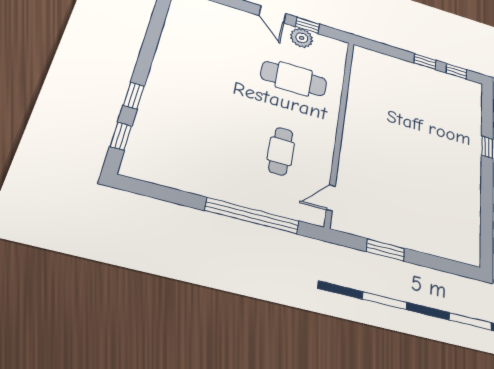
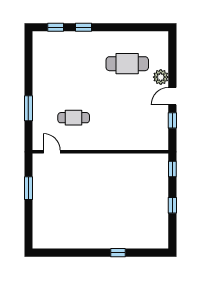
plant: (302, 38) -> (161, 77), moved
window: (456, 71) -> (172, 169), moved
cafe table: (294, 79) -> (127, 64), moved, turned 90
window: (252, 216) -> (28, 108), width x0.47

